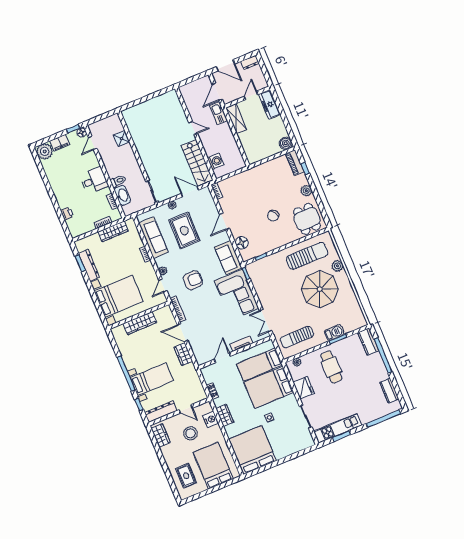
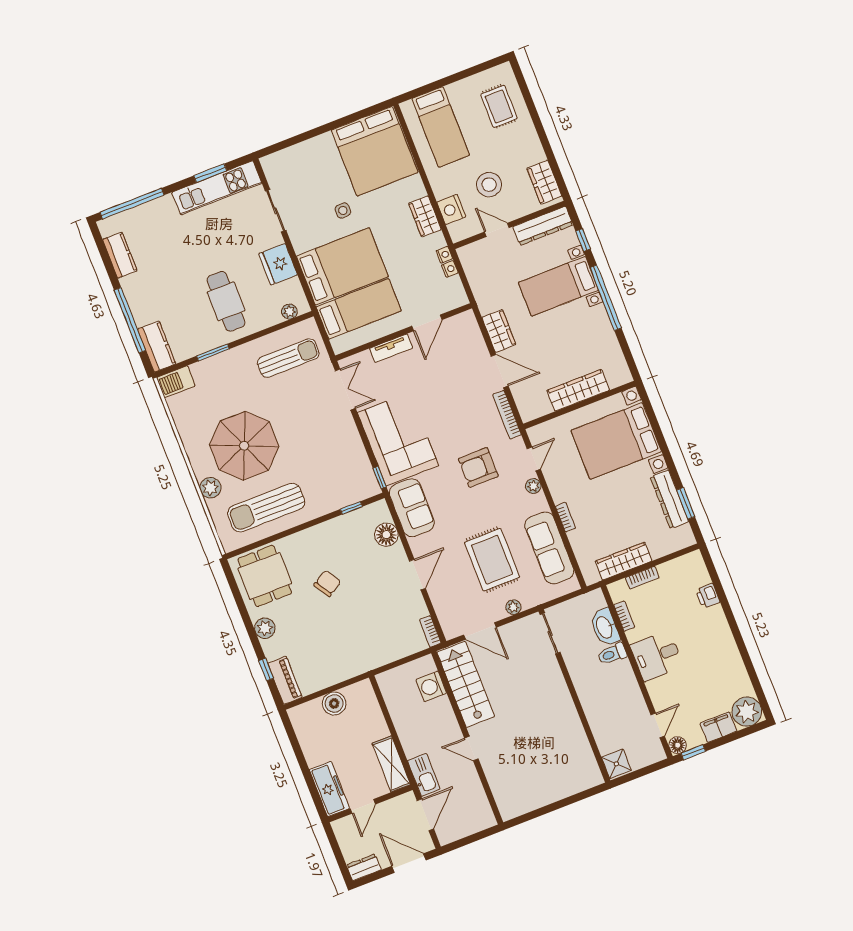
shower: (122, 139) -> (616, 764), moved
boiler: (286, 143) -> (334, 703), moved
barbecue: (334, 333) -> (176, 382), moved
bed: (213, 466) -> (441, 127), width x0.67

